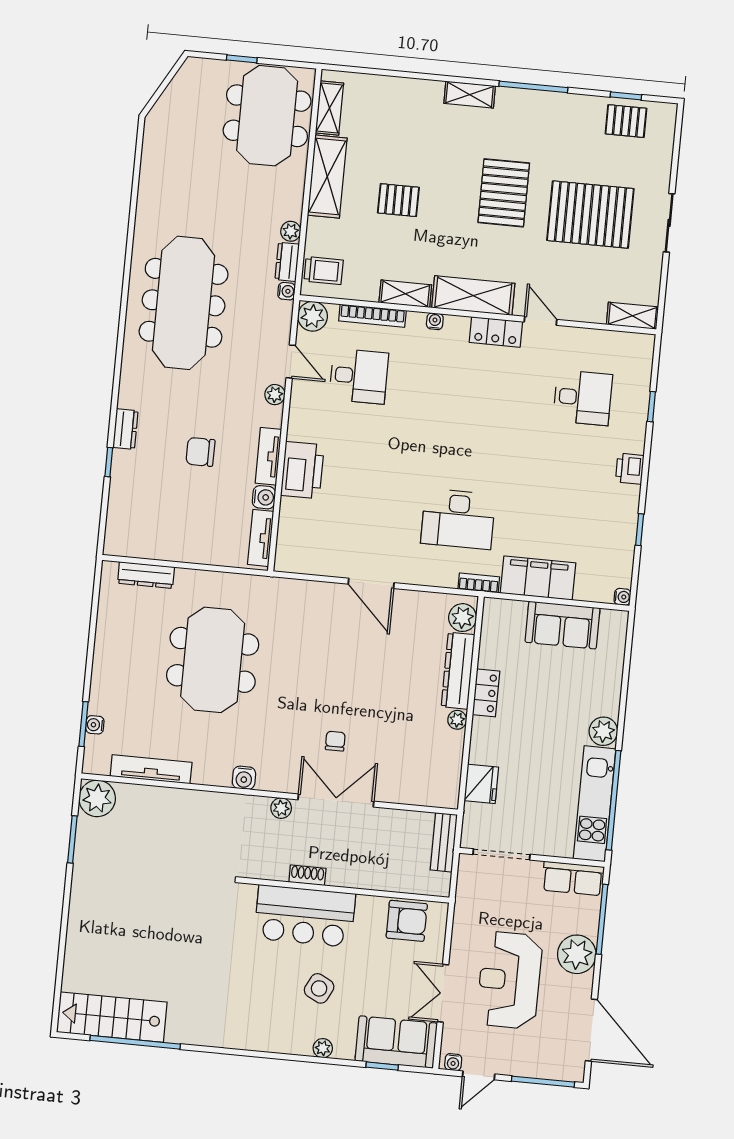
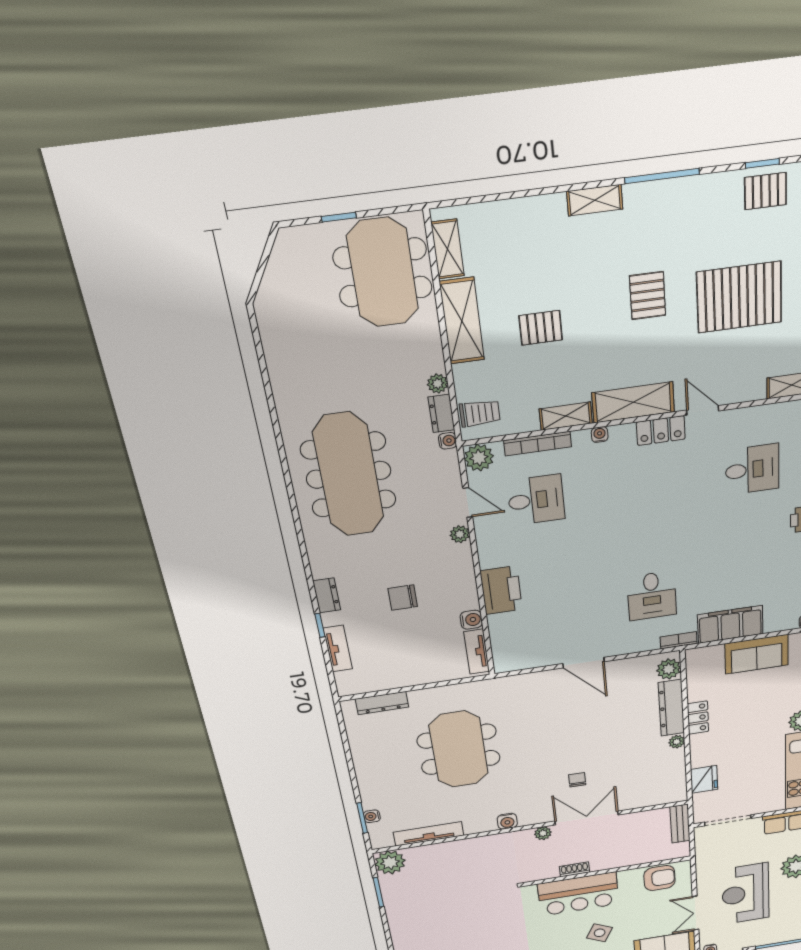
pallet: (504, 193) -> (648, 296), width x0.67, depth x0.71
tv unit: (268, 456) -> (338, 649), moved, turned 180
desk: (458, 519) -> (652, 596), width x0.73

